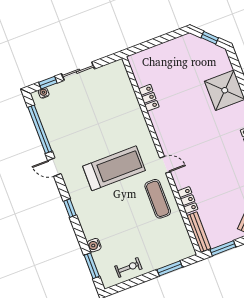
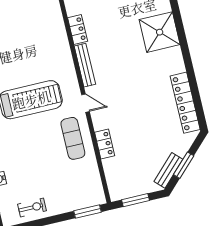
bench: (199, 232) -> (85, 65), moved
window: (170, 268) -> (87, 211), moved

